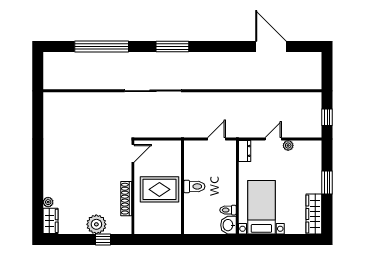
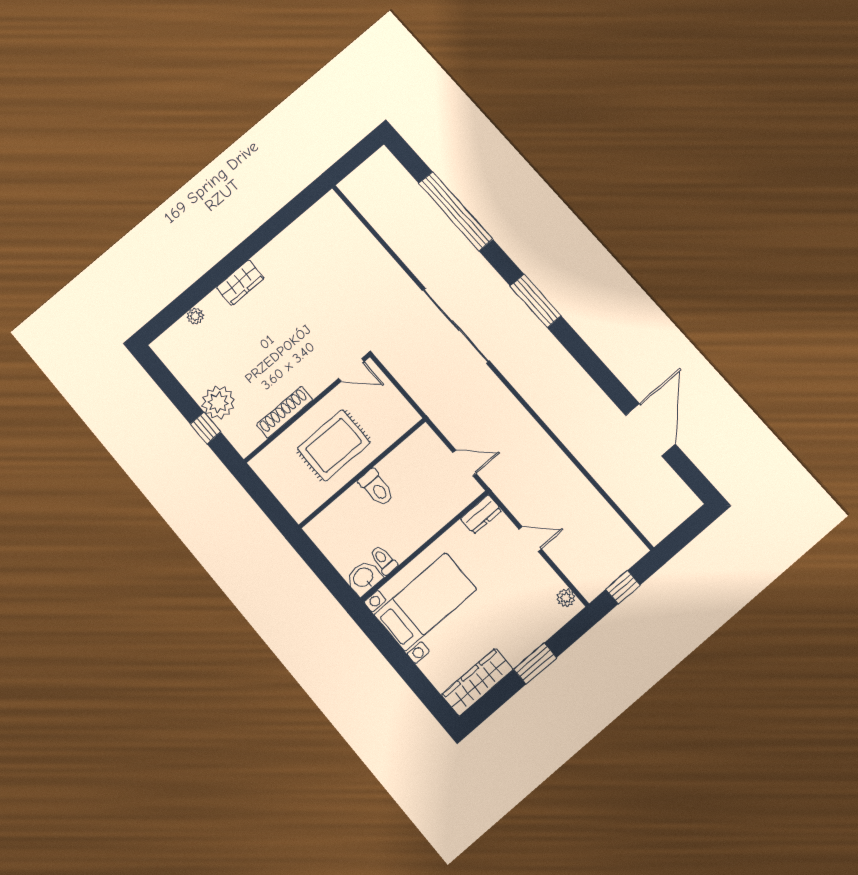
plant: (288, 145) -> (566, 598), moved
rug: (159, 189) -> (334, 445), turned 90
wardrobe: (50, 221) -> (240, 283), moved

